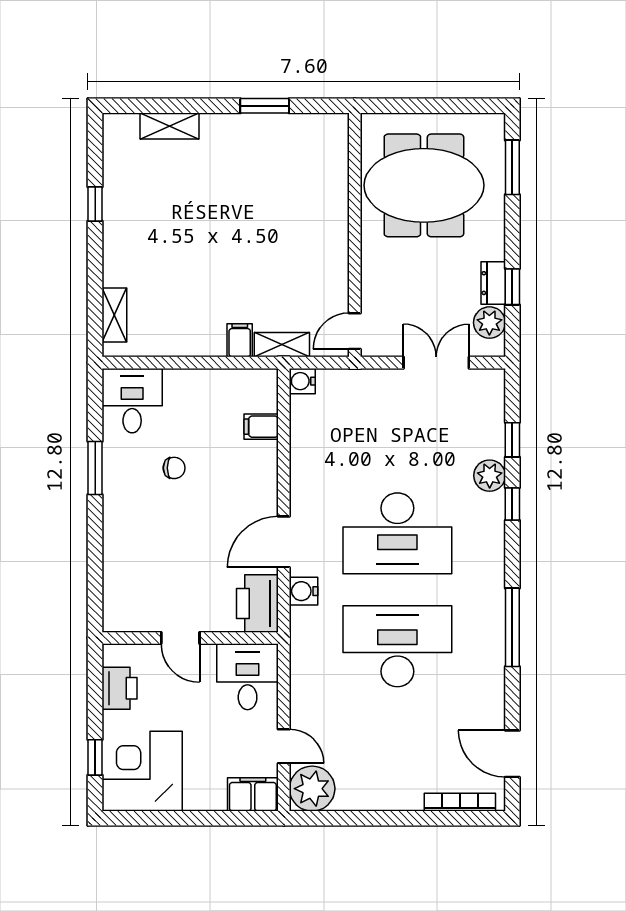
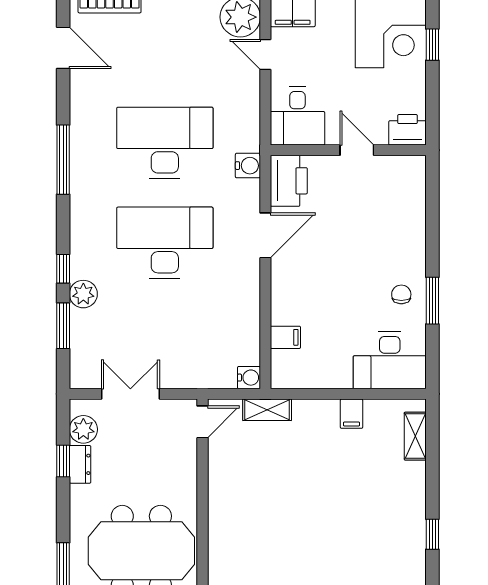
filing cabinet: (240, 340) -> (351, 414), moved
double door: (436, 363) -> (130, 394), swing flipped
desk: (132, 401) -> (390, 360), width x1.37
window: (512, 440) -> (63, 326), width x1.50
chair: (174, 468) -> (401, 294), moved, turned 90
water cooler: (304, 591) -> (248, 166), moved
desk: (397, 646) -> (165, 143), turned 180
printer: (120, 688) -> (407, 130), moved, turned 90

